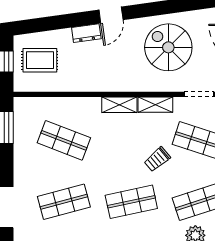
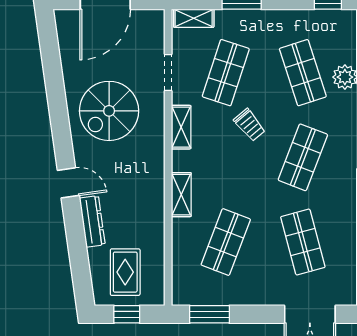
dresser: (86, 33) -> (92, 221), width x1.44
shelving: (119, 105) -> (181, 195), moved
shop shelf: (131, 202) -> (303, 157), turned 33

